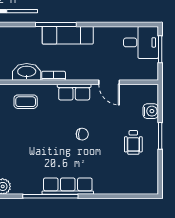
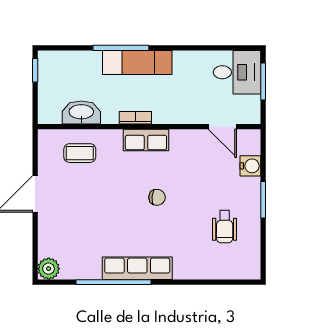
bookcase: (54, 76) -> (135, 118), moved
door: (109, 82) -> (222, 127), moved
wheelchair: (133, 142) -> (225, 227), moved

